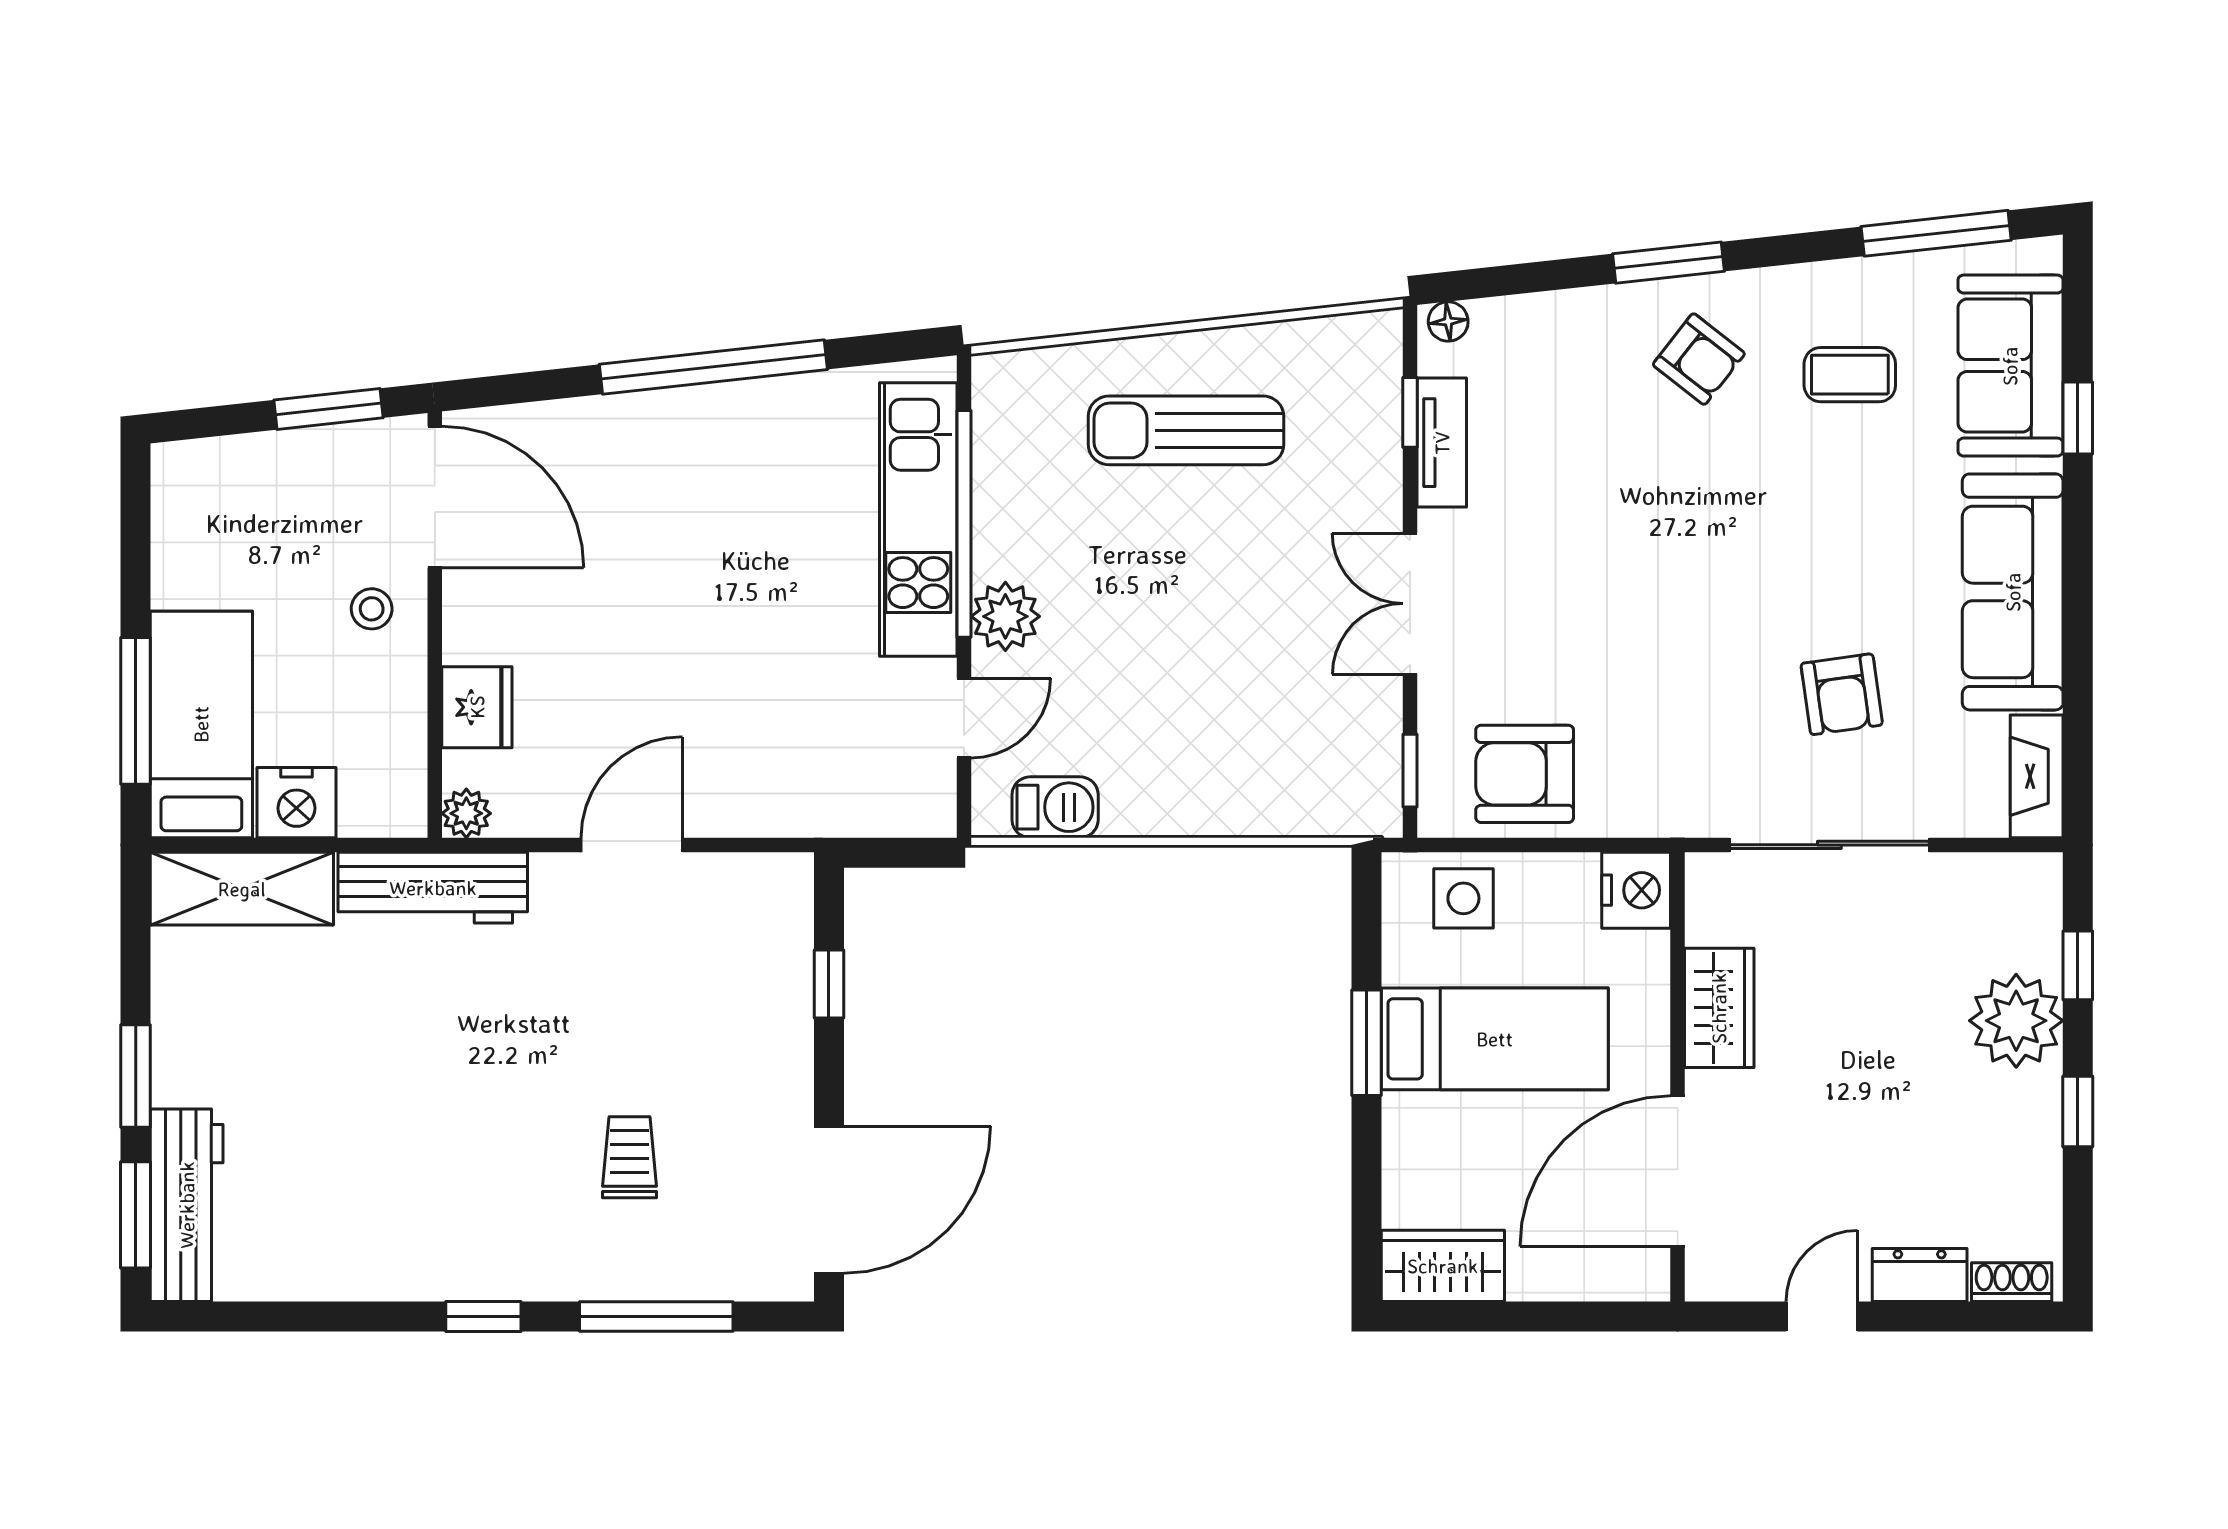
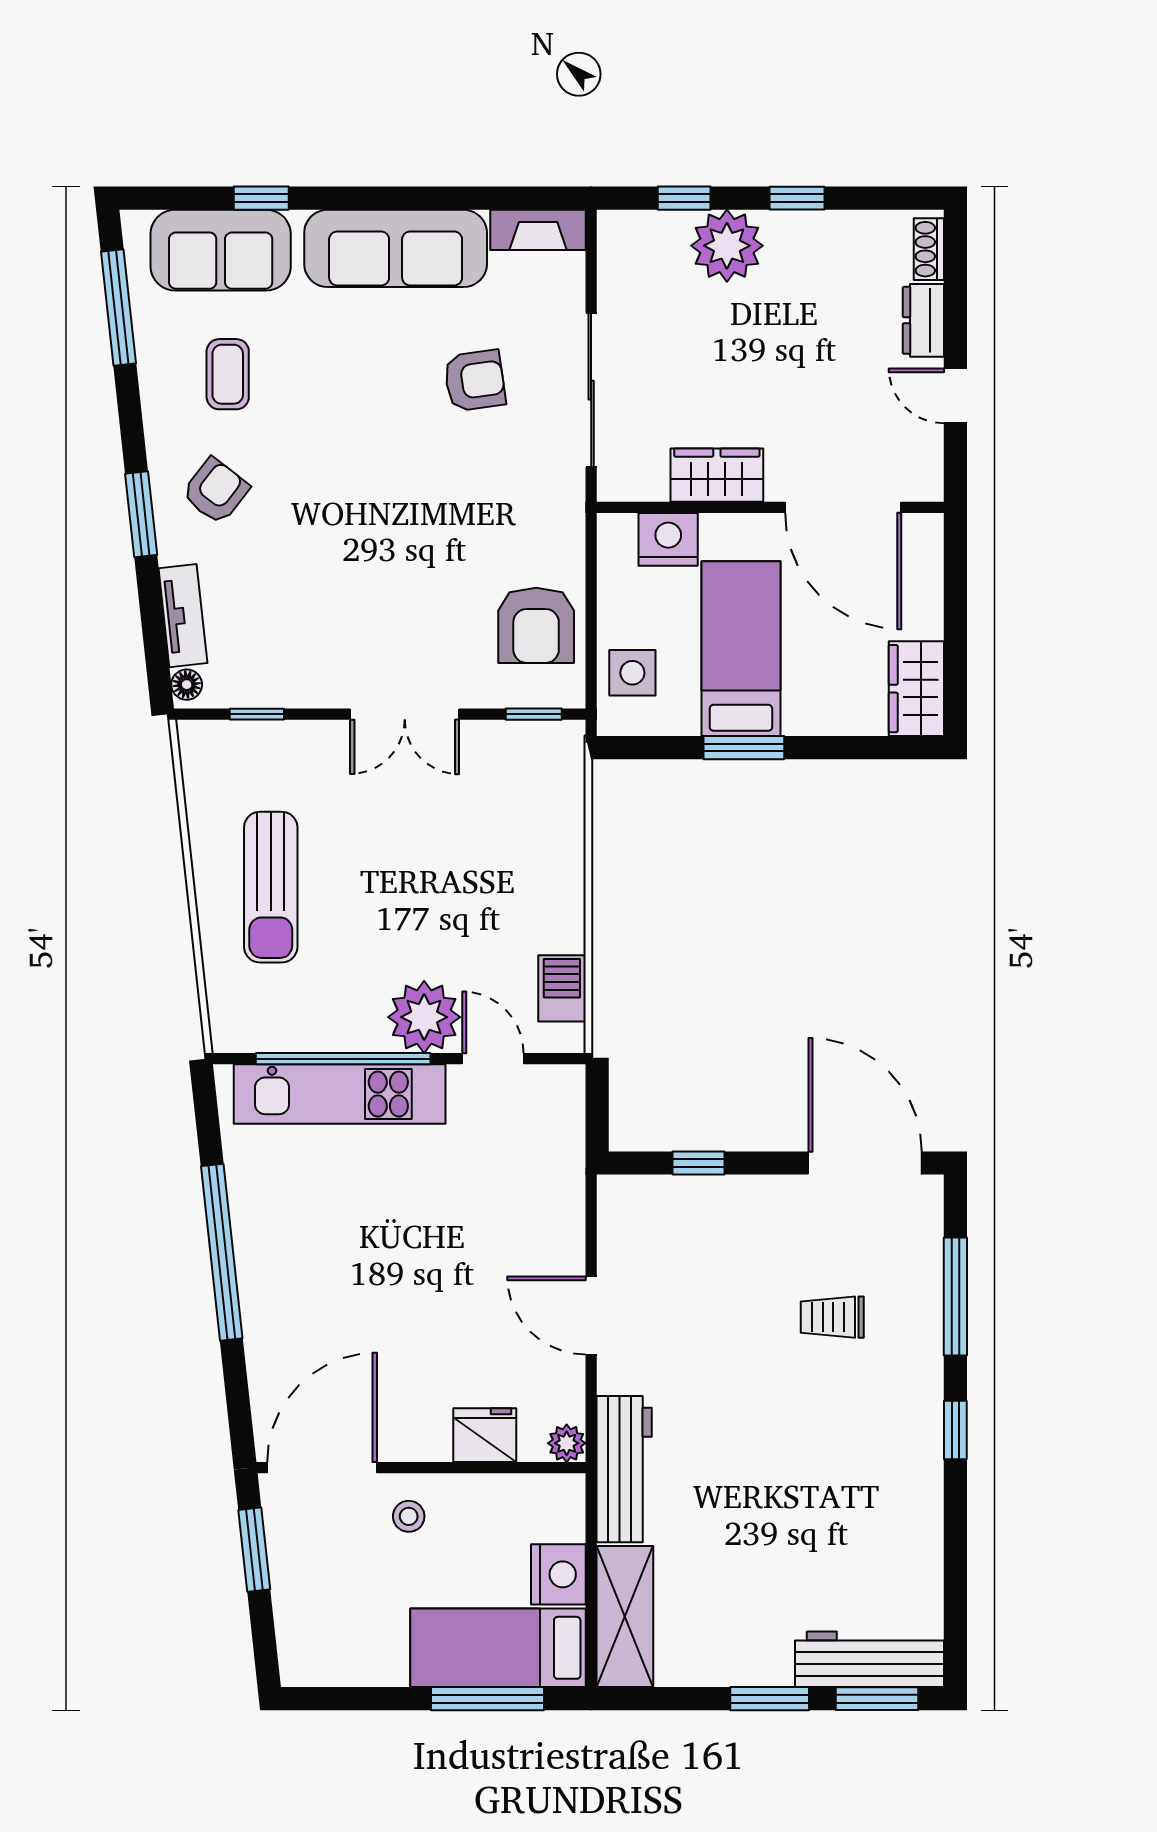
tv unit: (1442, 443) -> (183, 616), moved, turned 84
plant: (1005, 616) -> (424, 1017), width x1.36, depth x1.36
nightstand: (1636, 890) -> (668, 539), moved

